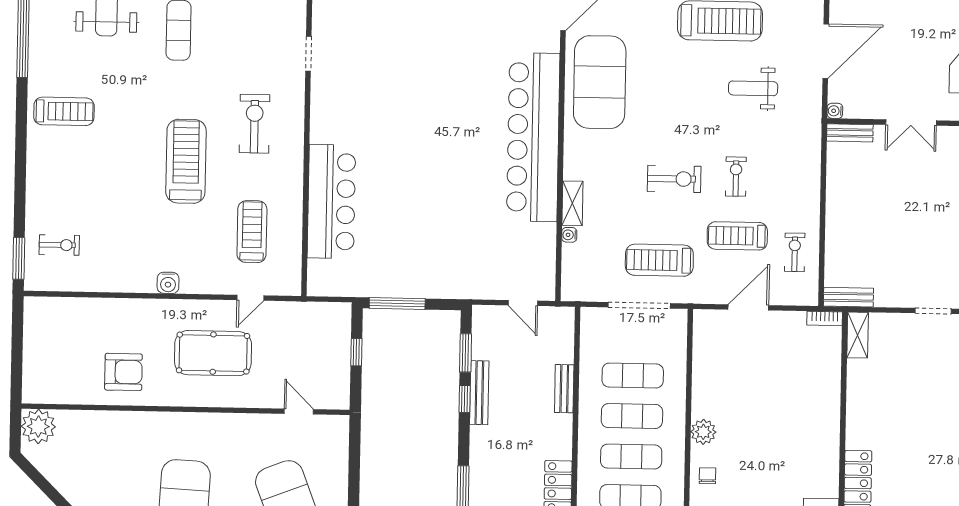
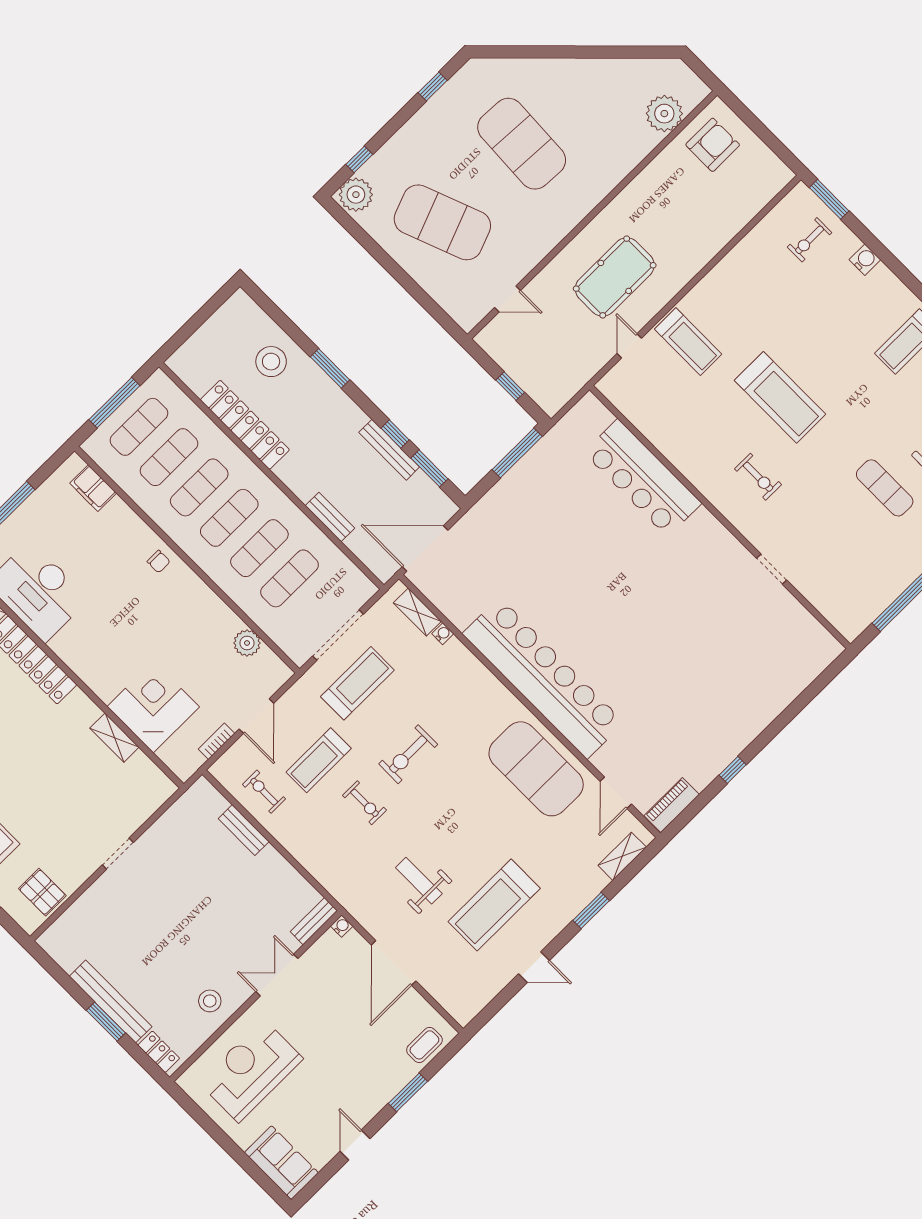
weight bench: (753, 88) -> (419, 881), turned -90
exercise bike: (254, 124) -> (758, 477), width x0.73, depth x0.72
shelving: (572, 203) -> (417, 612), moved
treadmill: (252, 232) -> (688, 342), moved
treadmill: (737, 236) -> (319, 760), turned 180
exercise bike: (795, 252) -> (264, 792), turned 180
water cooler: (168, 283) -> (865, 260), moved, turned 90
bench: (848, 297) -> (244, 830), moved, turned 90
door: (523, 303) -> (425, 548), width x1.88
bookcase: (825, 319) -> (216, 741), moved
shelving: (858, 335) -> (114, 738), moved
armchair: (123, 372) -> (713, 145), moved, turned 180
corner desk: (810, 384) -> (153, 707), added
plant: (38, 426) -> (664, 114), moved
plant: (703, 432) -> (247, 643), moved

